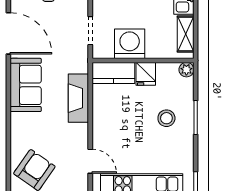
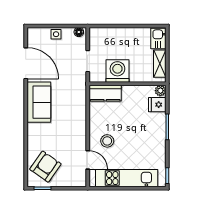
fridge: (146, 74) -> (157, 105), moved, turned 90
fireplace: (78, 98) -> (79, 112), removed
stool: (166, 118) -> (107, 141), moved

